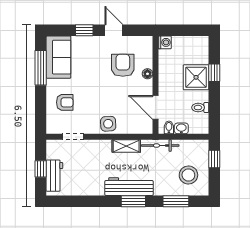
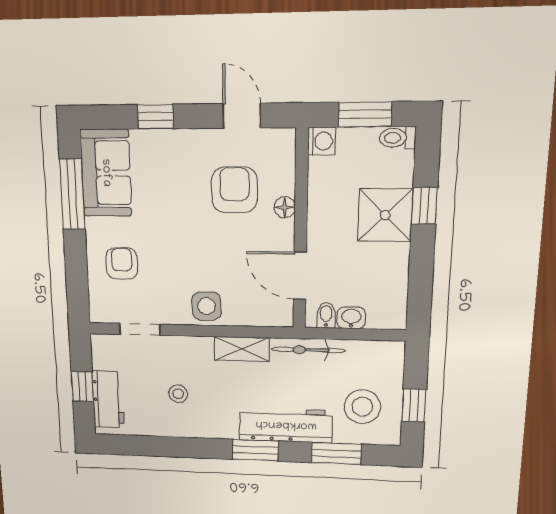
door: (114, 30) -> (242, 116), moved
window: (185, 30) -> (365, 114), added
armchair: (65, 102) -> (122, 263), turned -90
toilet: (200, 108) -> (398, 138), moved
window: (214, 159) -> (414, 406), moved
stool: (92, 171) -> (178, 394), added
workbench: (129, 187) -> (286, 425), moved

